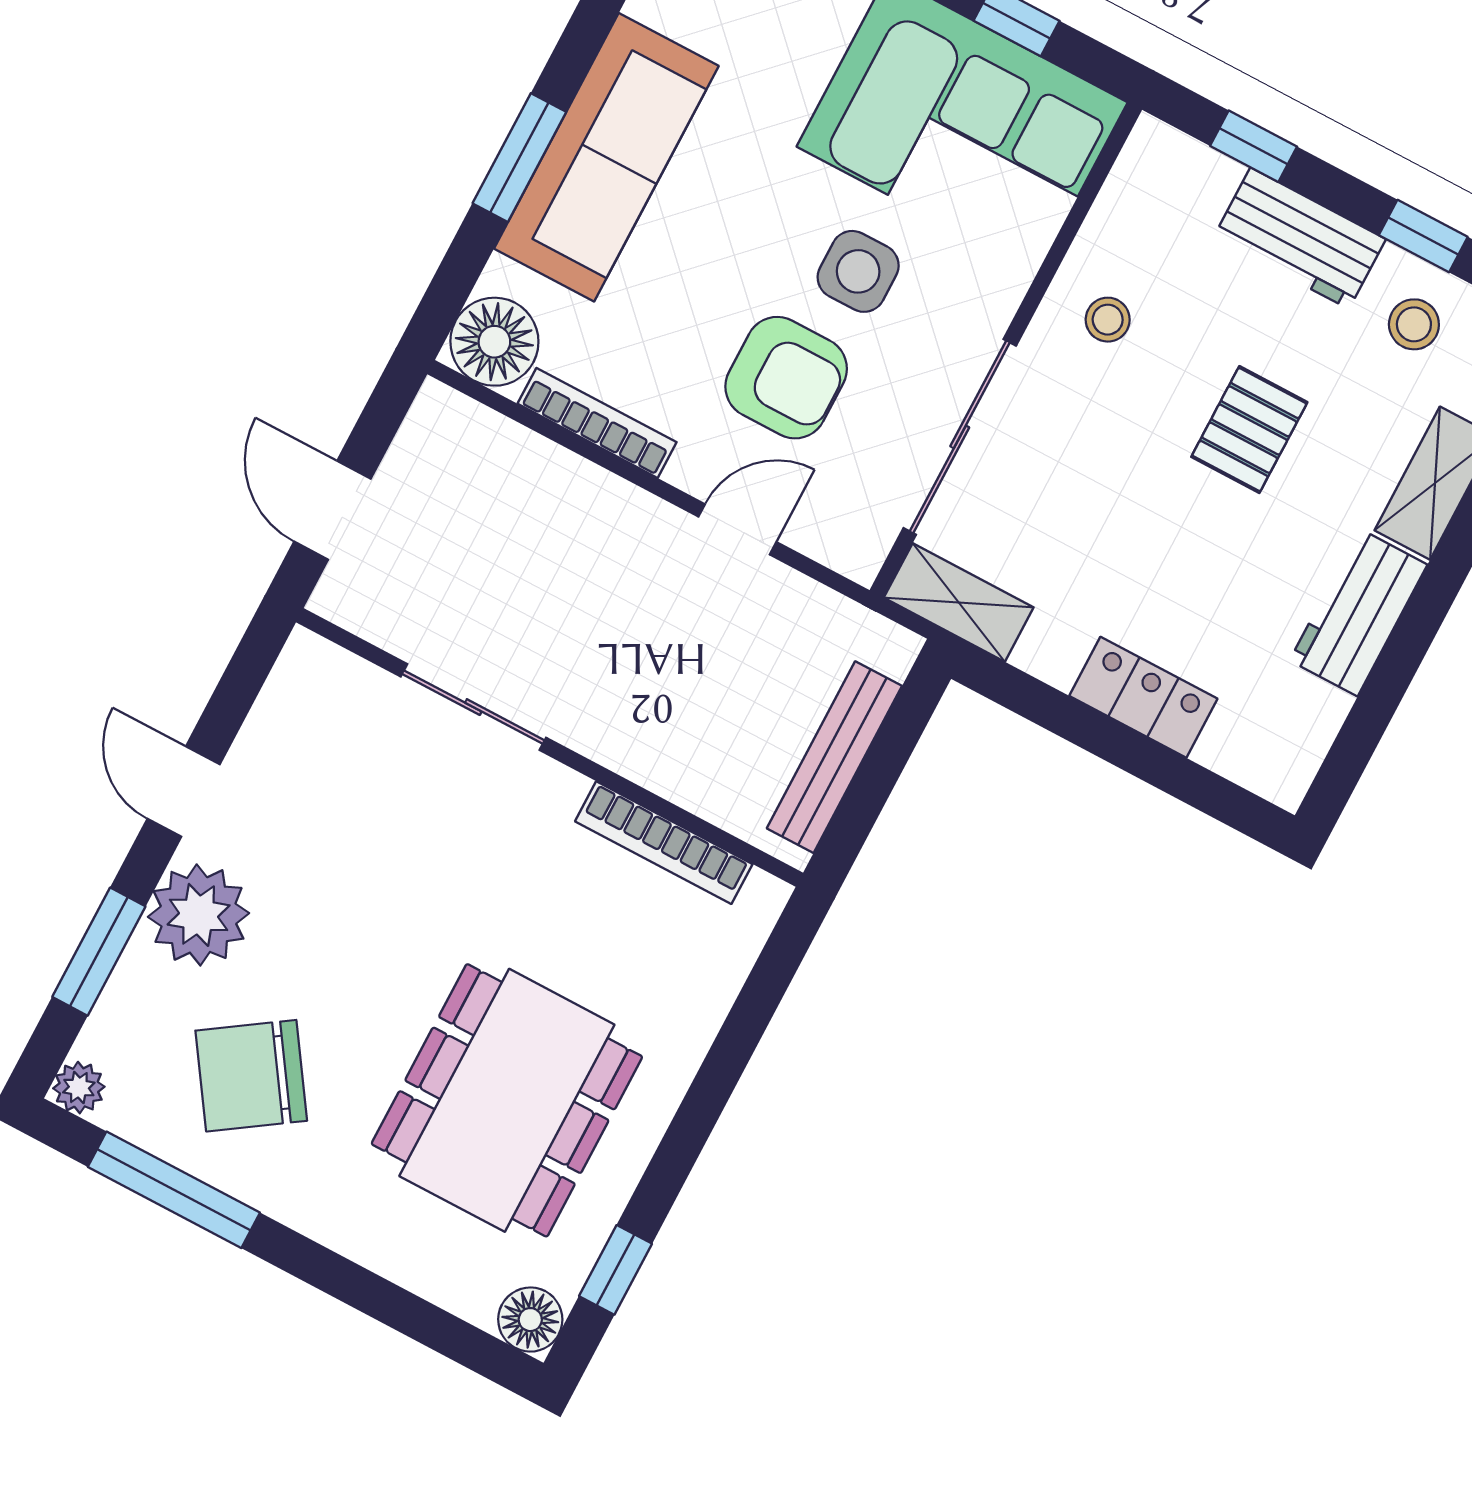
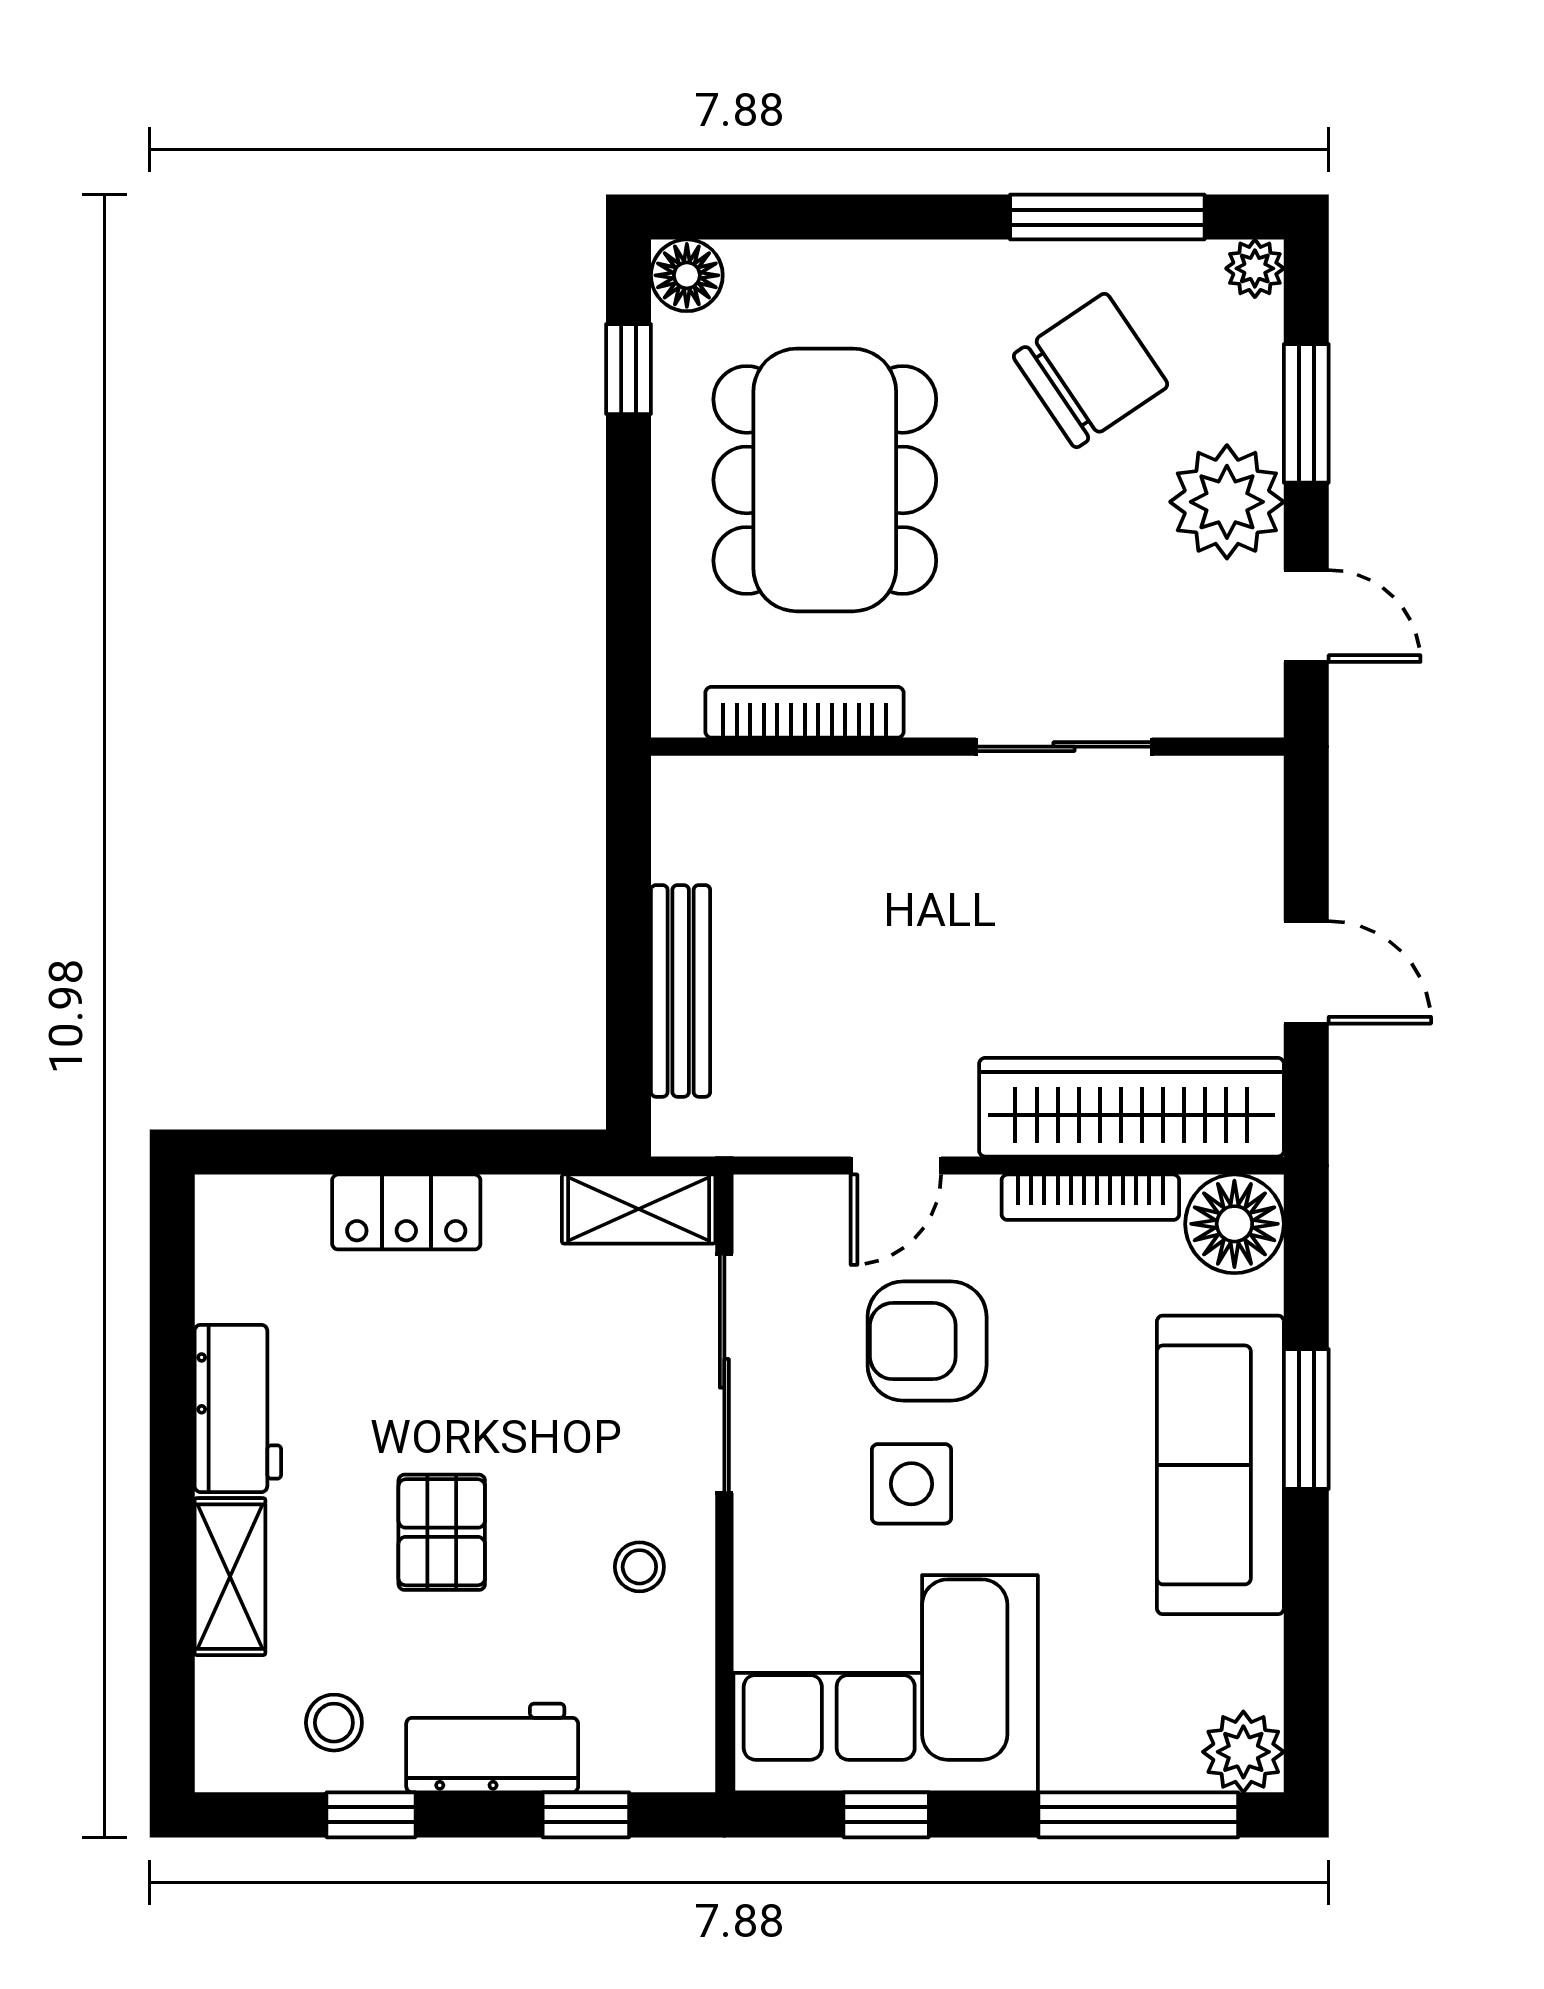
wardrobe: (527, 477) -> (1131, 1107), added
sliding door: (473, 707) -> (1064, 747), moved
wall: (550, 747) -> (967, 747), moved
bookcase: (664, 843) -> (805, 712), moved

